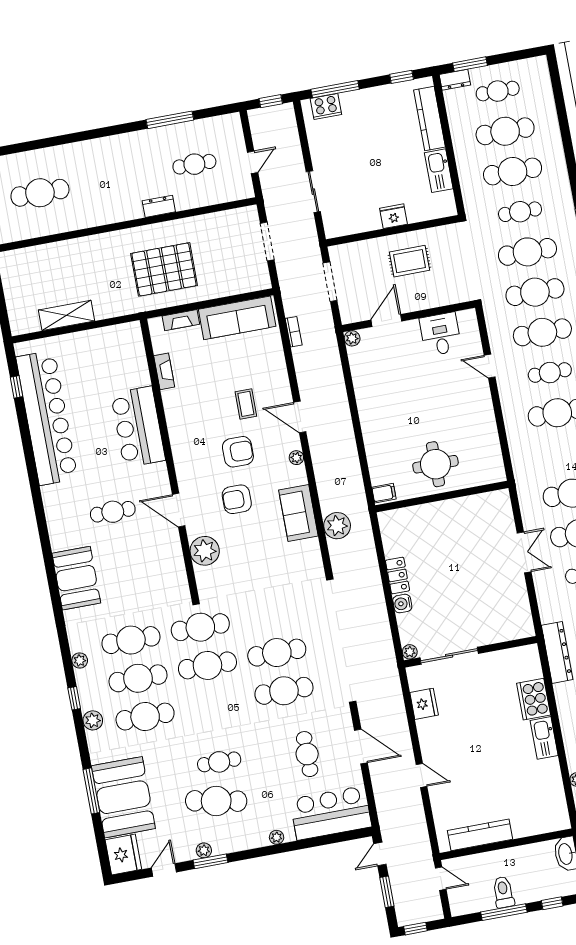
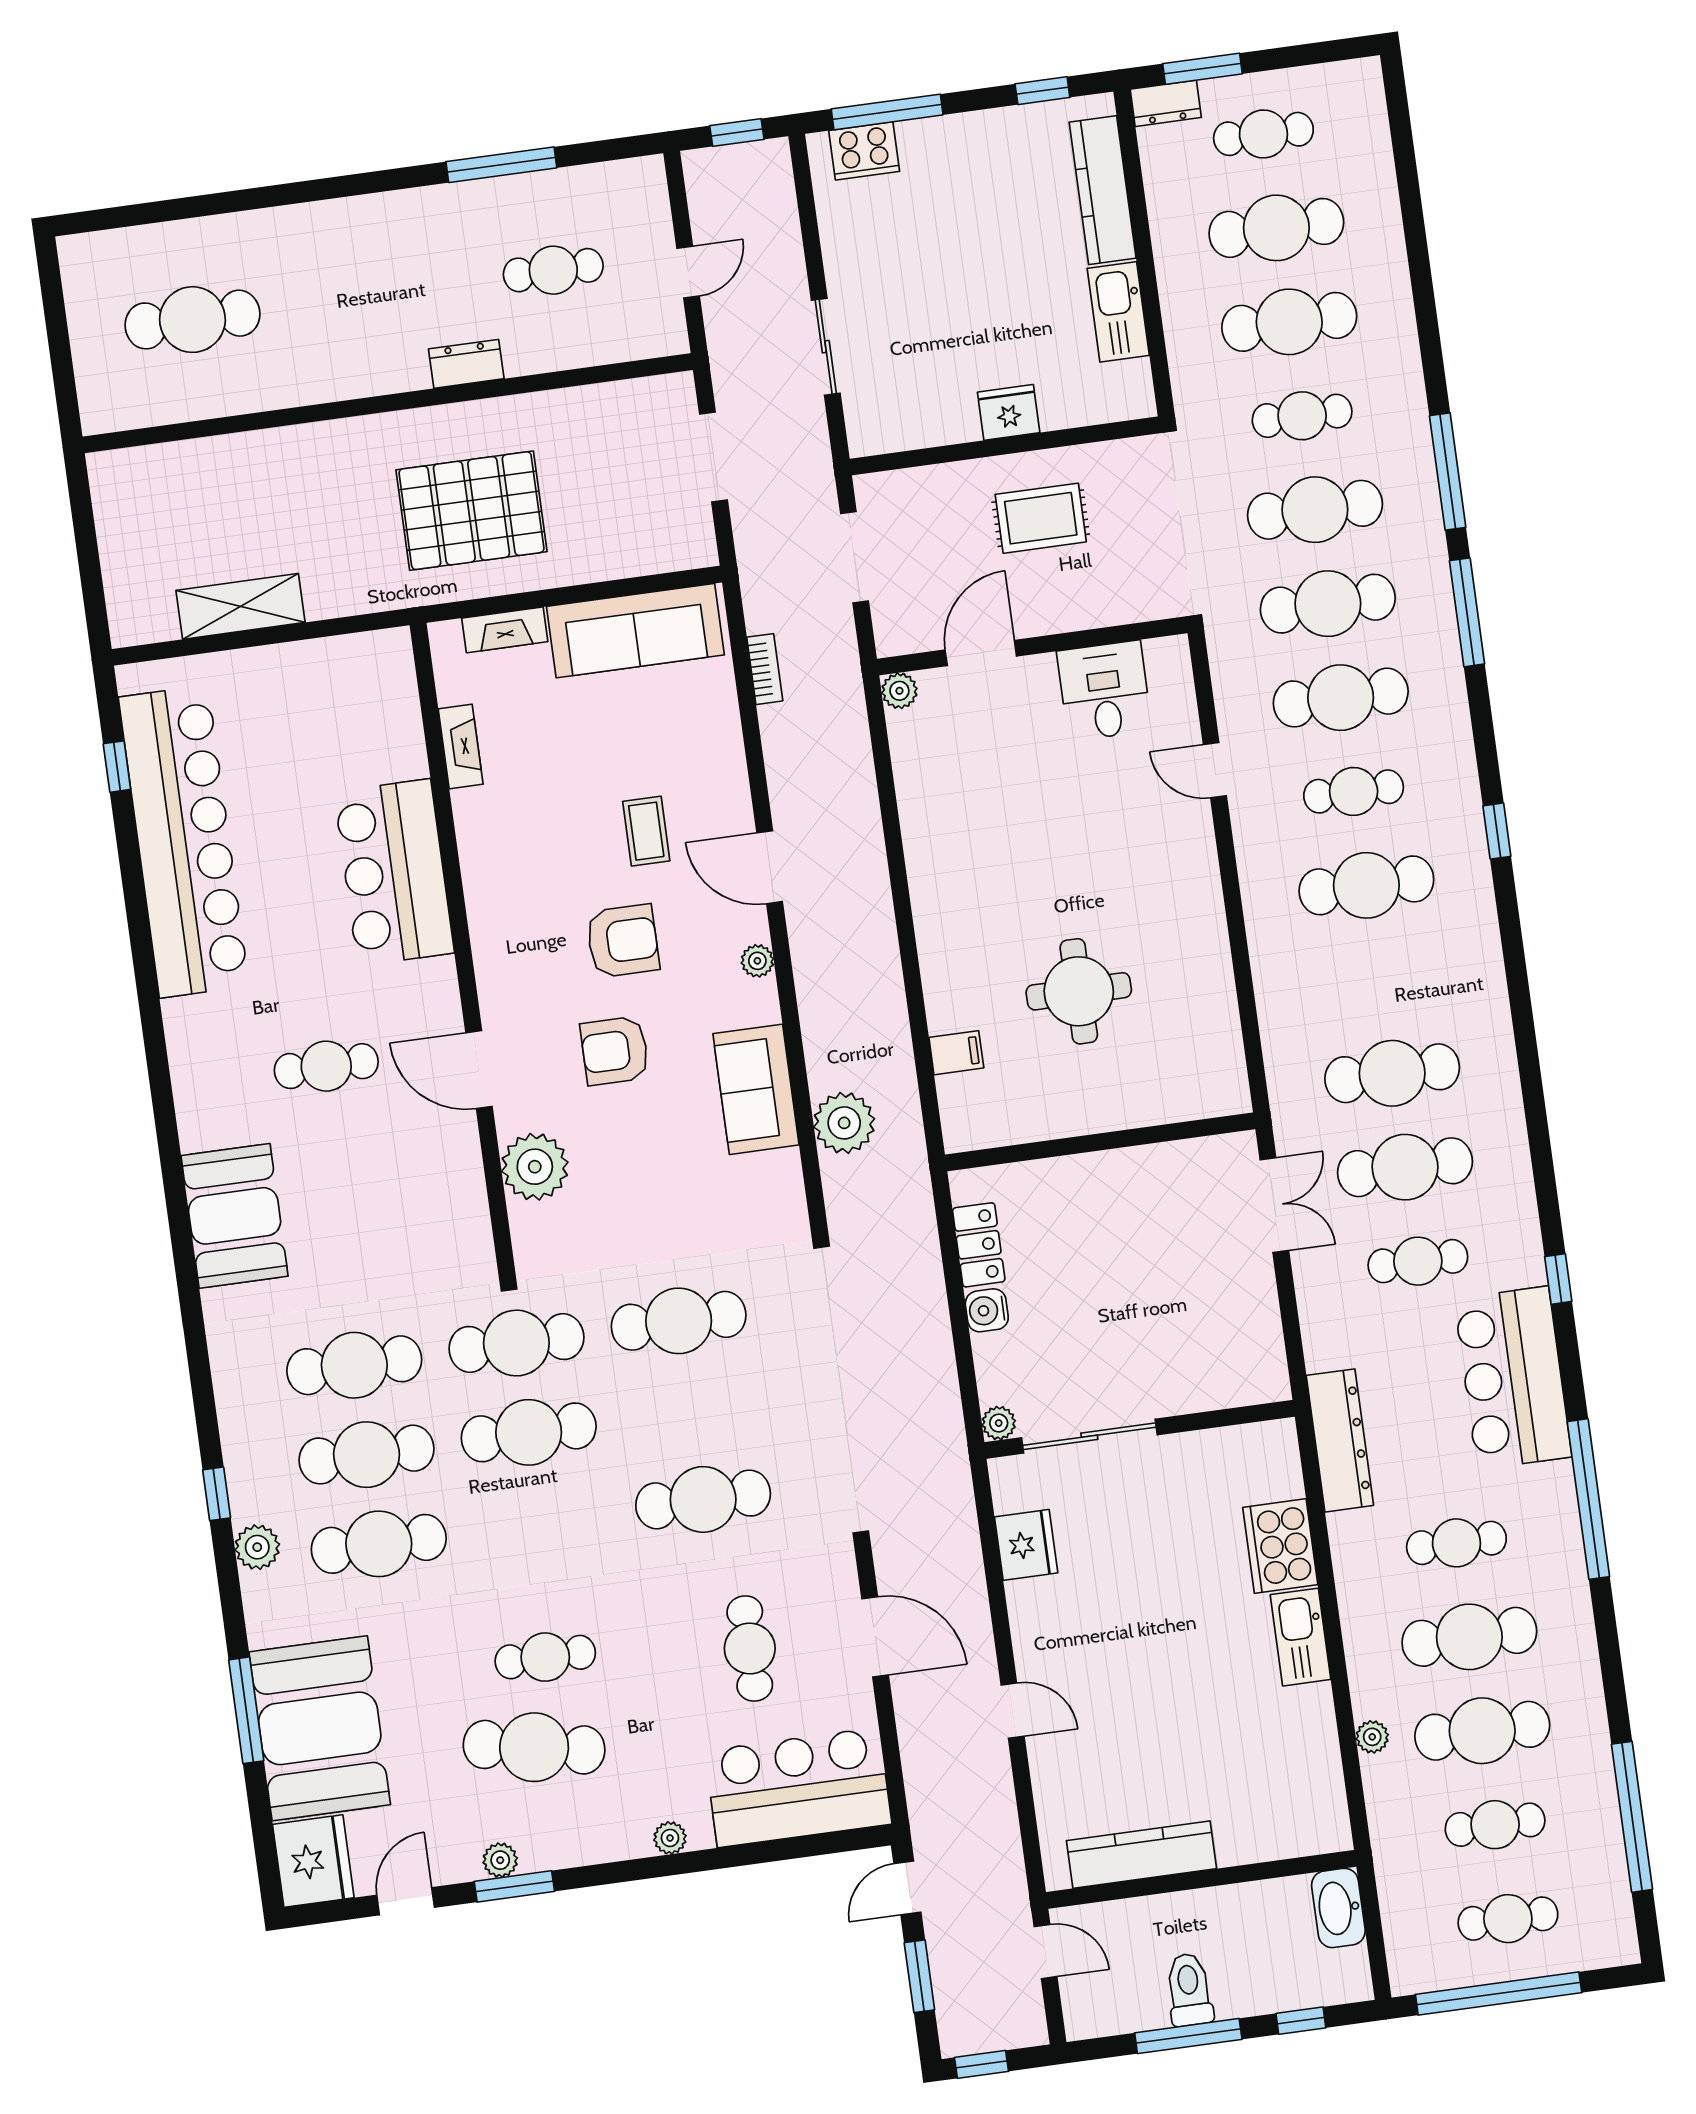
wall: (442, 497) -> (1100, 1142), moved
cafe table: (277, 653) -> (679, 1321), moved
plant: (80, 660) -> (233, 1407), removed

